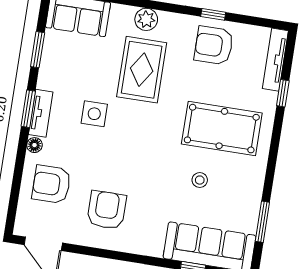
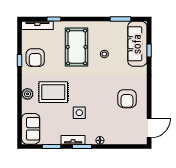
tv unit: (41, 113) -> (73, 140), moved
armchair: (51, 184) -> (118, 129), removed
armchair: (107, 210) -> (127, 99), turned -90

